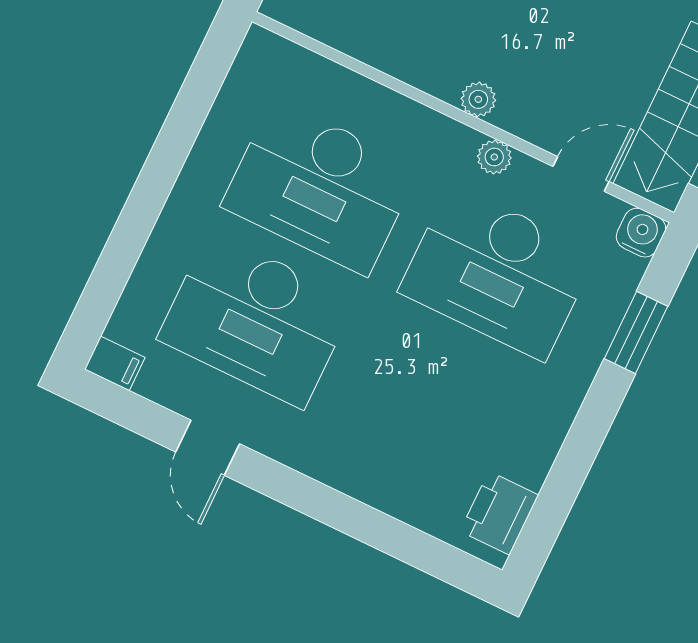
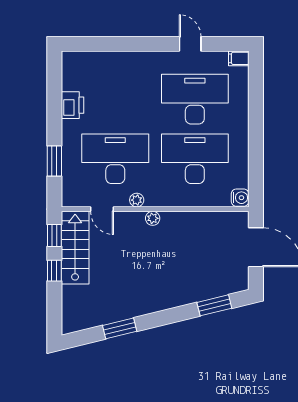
door: (581, 174) -> (102, 209), hinge flipped
water cooler: (641, 233) -> (240, 198), moved, turned -90
printer: (499, 513) -> (72, 105), moved

